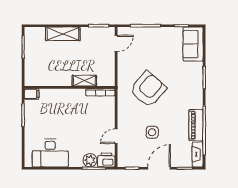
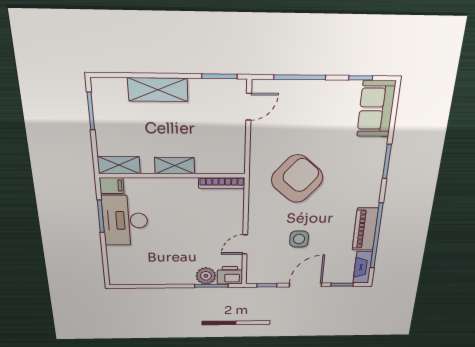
shelving: (37, 80) -> (119, 165), added
shelving: (84, 81) -> (175, 166), moved
desk: (50, 153) -> (125, 221), moved, turned 90

